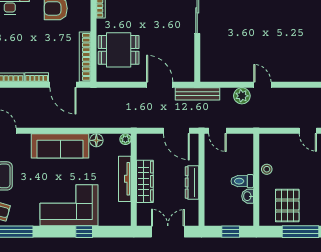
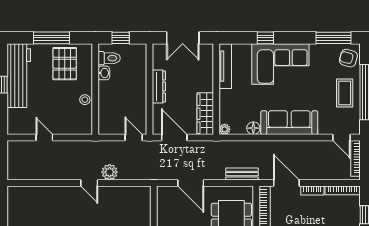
bench: (197, 94) -> (242, 174), moved, width x0.73
tv unit: (125, 179) -> (225, 66), moved
wardrobe: (145, 181) -> (205, 114), moved
toilet: (242, 181) -> (109, 58), moved

